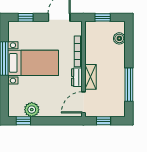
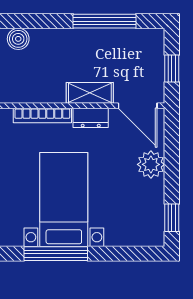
plant: (32, 110) -> (151, 164), moved

